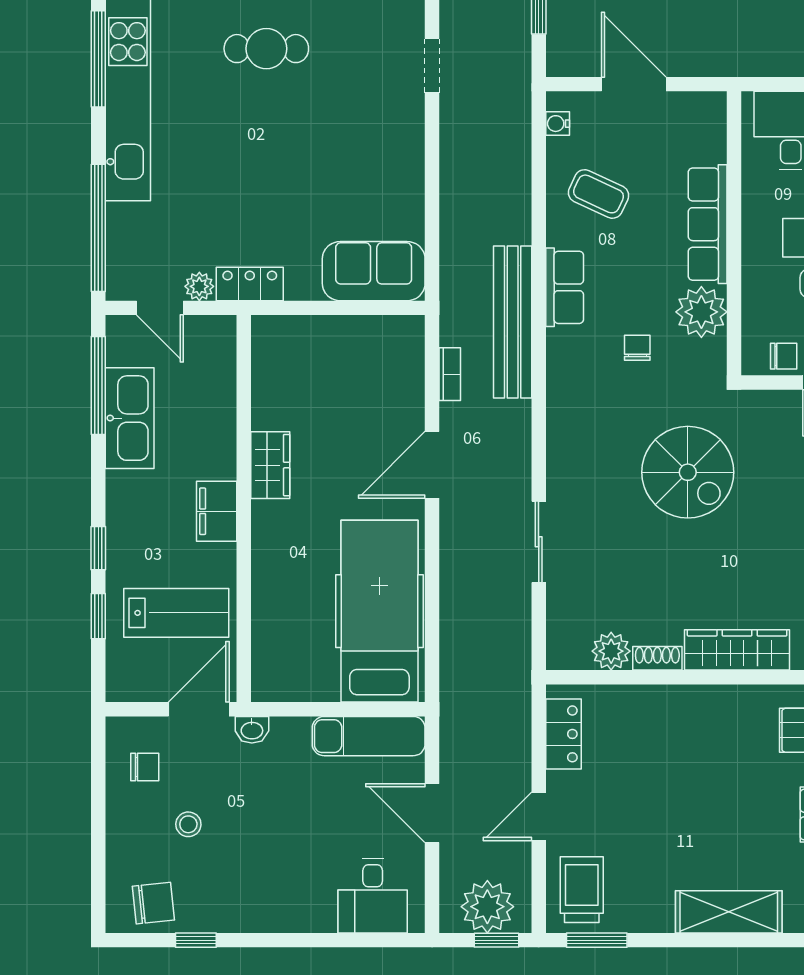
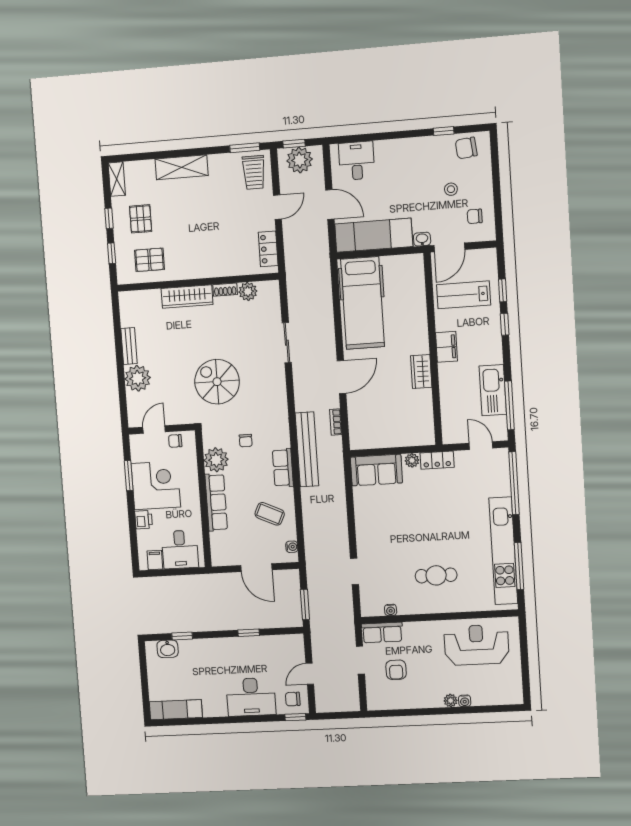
plant: (199, 286) -> (412, 460), moved
exam couch: (369, 736) -> (374, 235), width x1.36, depth x1.45

